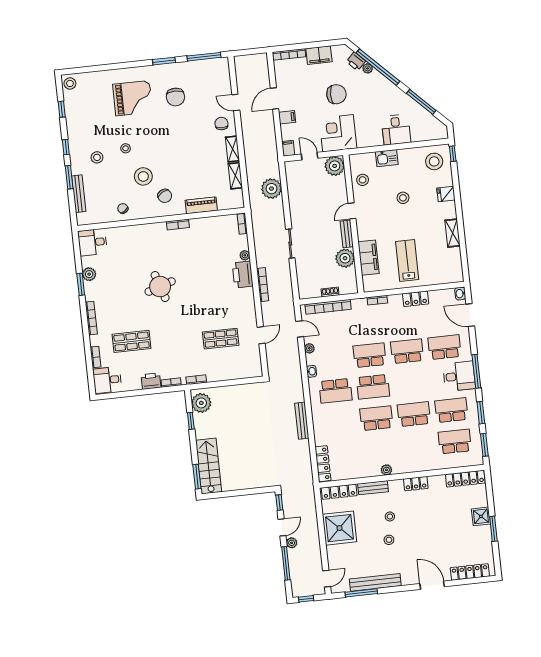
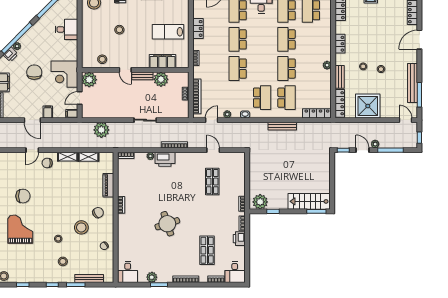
kitchen sink: (387, 158) -> (88, 39), removed
school desk: (373, 387) -> (287, 98), moved

